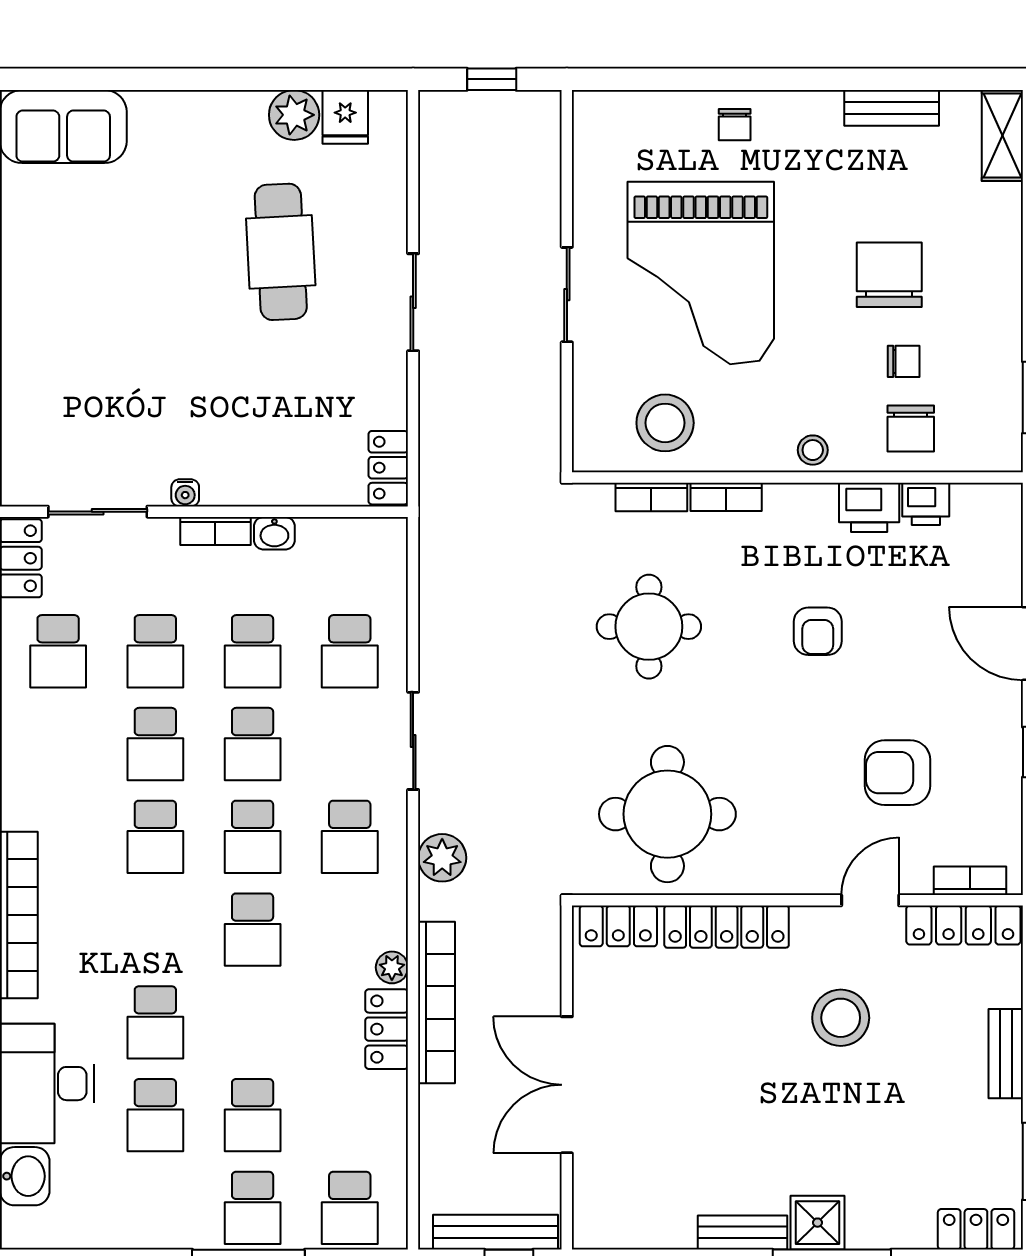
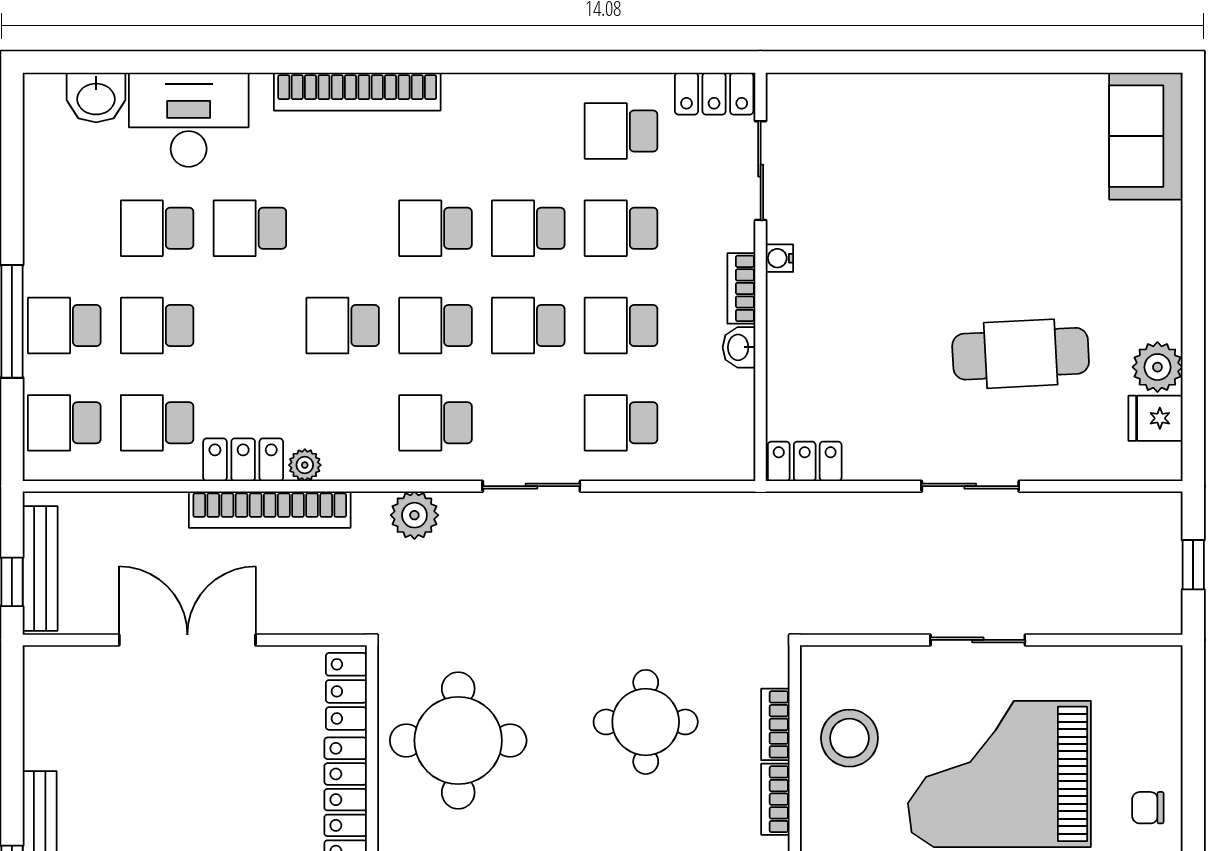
school desk: (350, 1115) -> (157, 423), added

